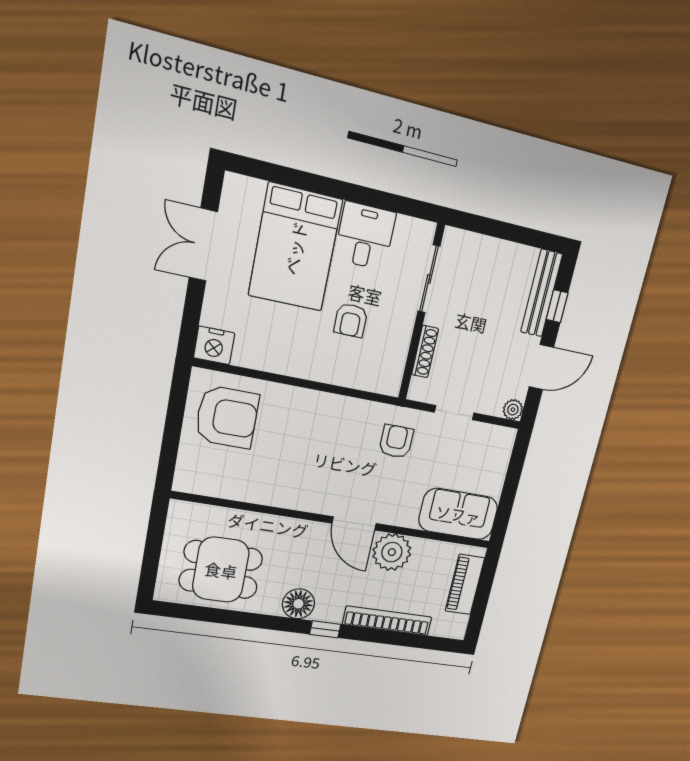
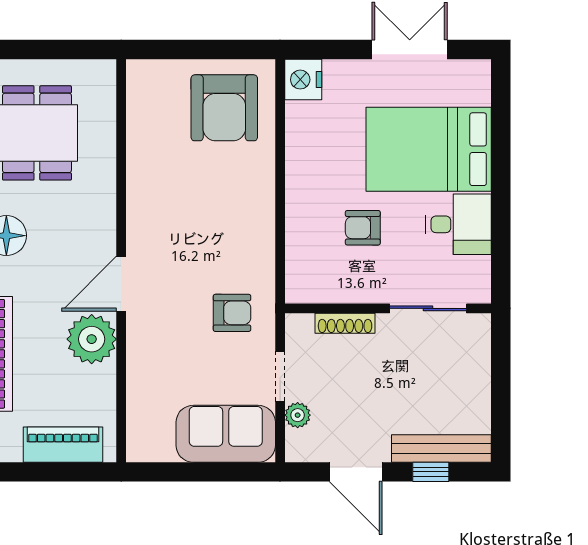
plant: (513, 410) -> (298, 415), moved
sofa: (458, 514) -> (226, 434), moved, turned -90

